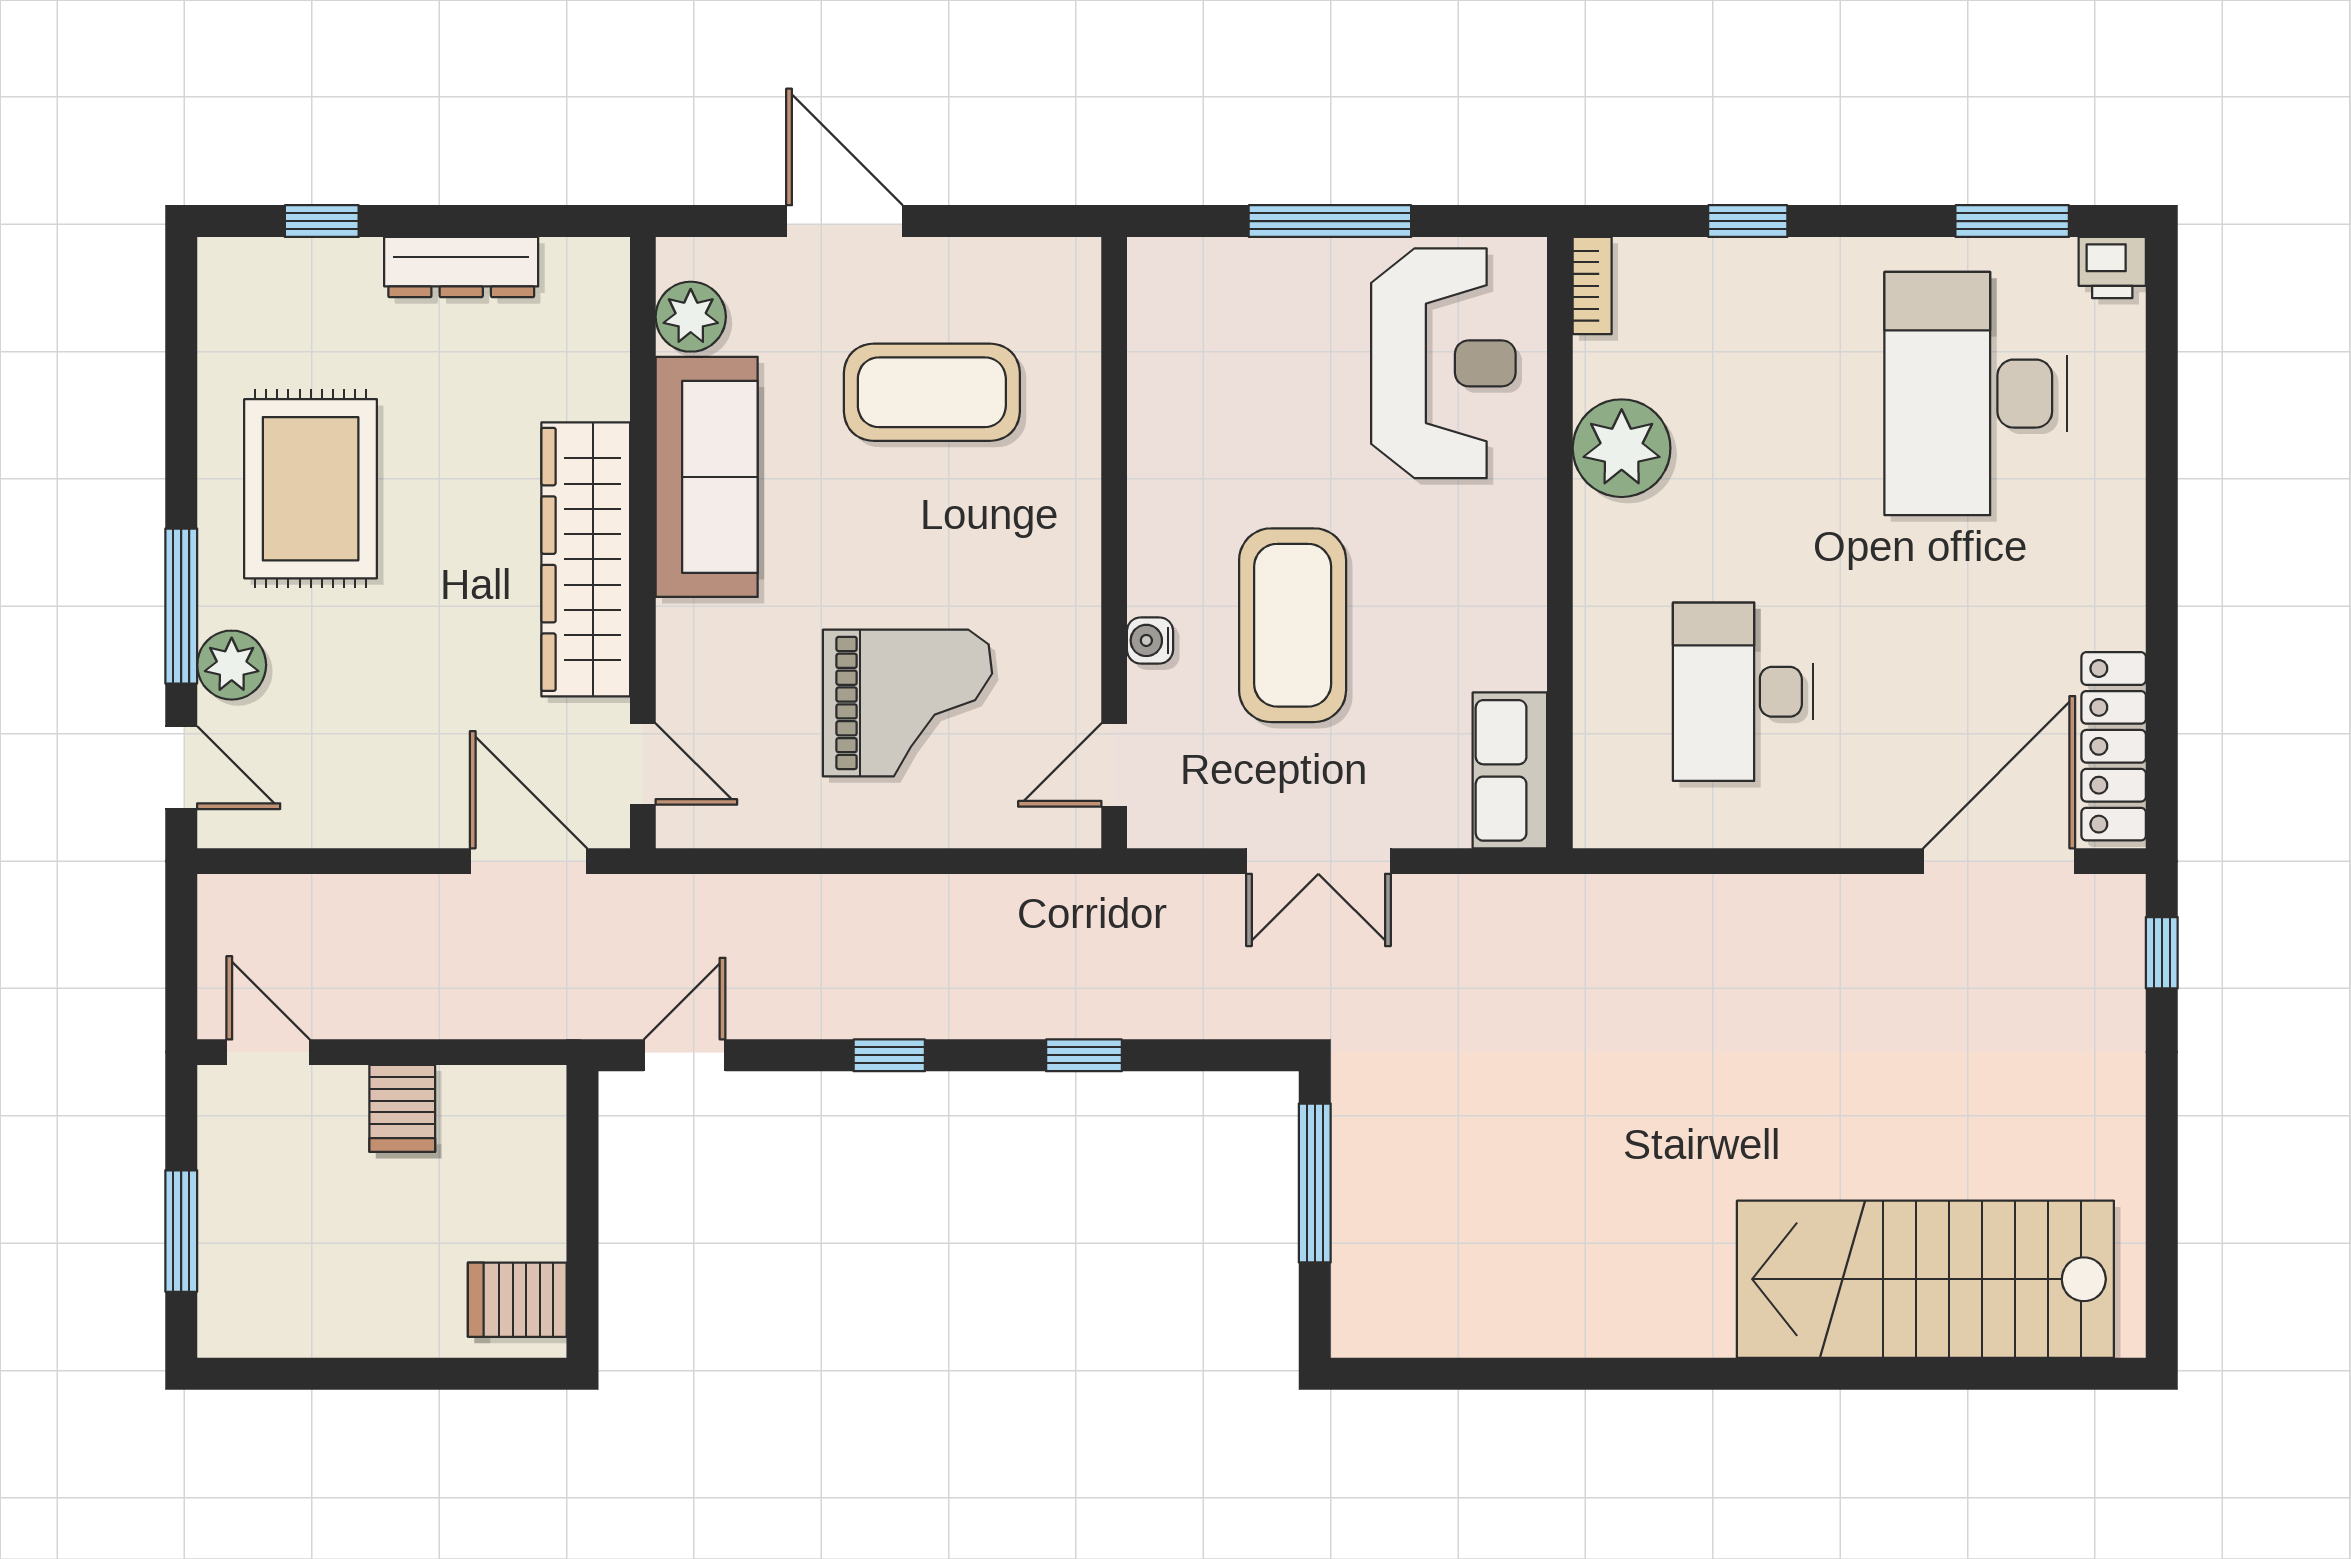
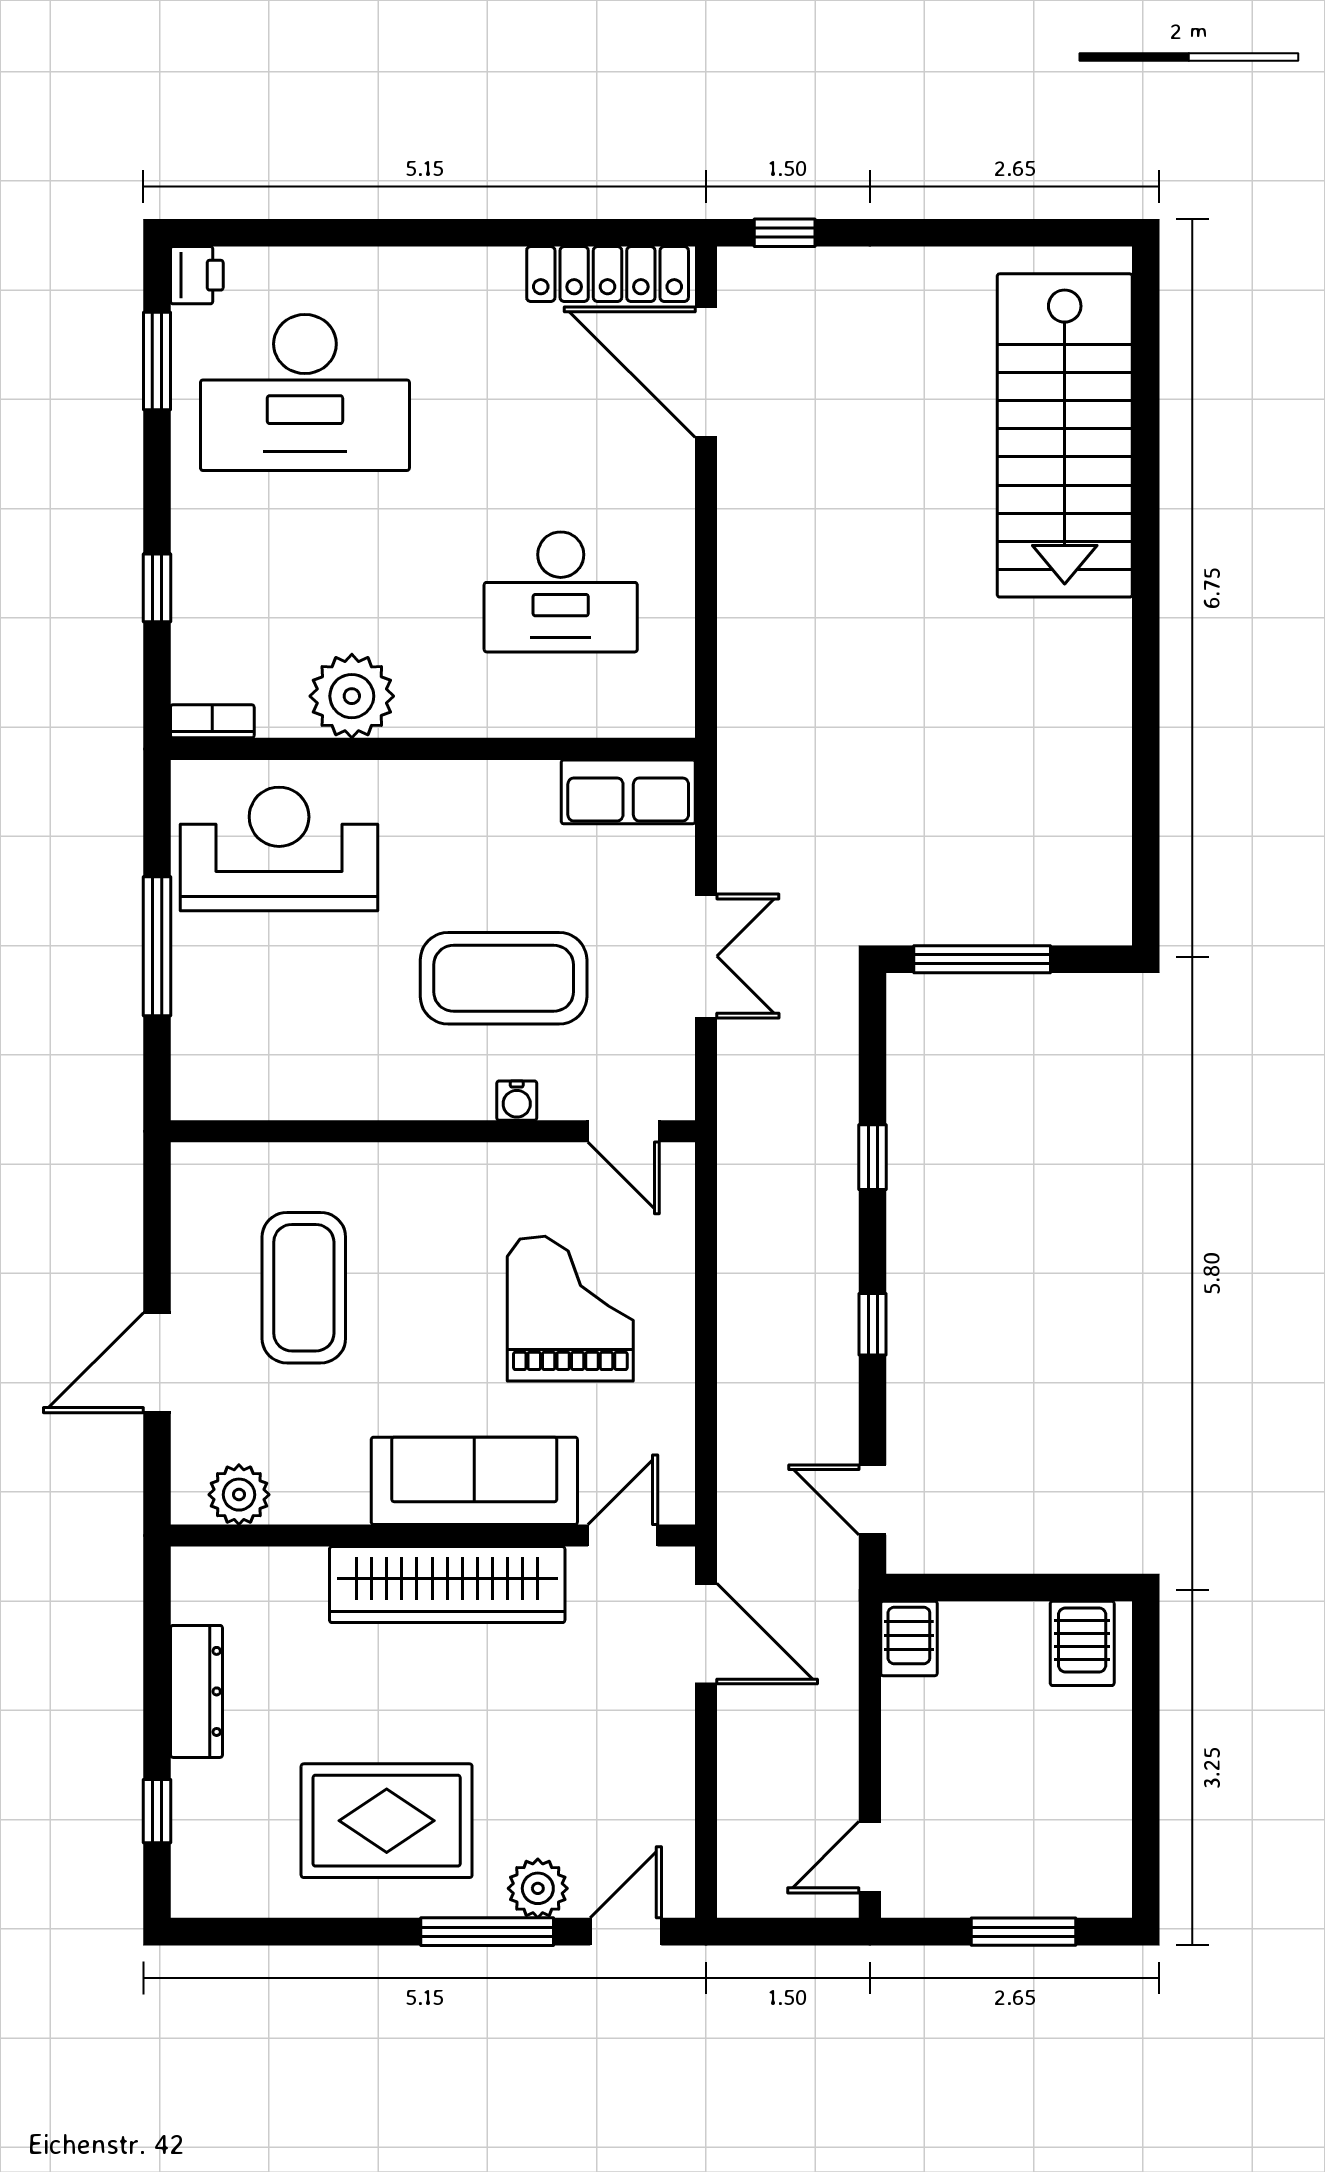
sofa: (707, 477) -> (474, 1481), moved
door: (528, 861) -> (706, 1634), swing flipped
server rack: (402, 1108) -> (909, 1638), moved, turned 90

